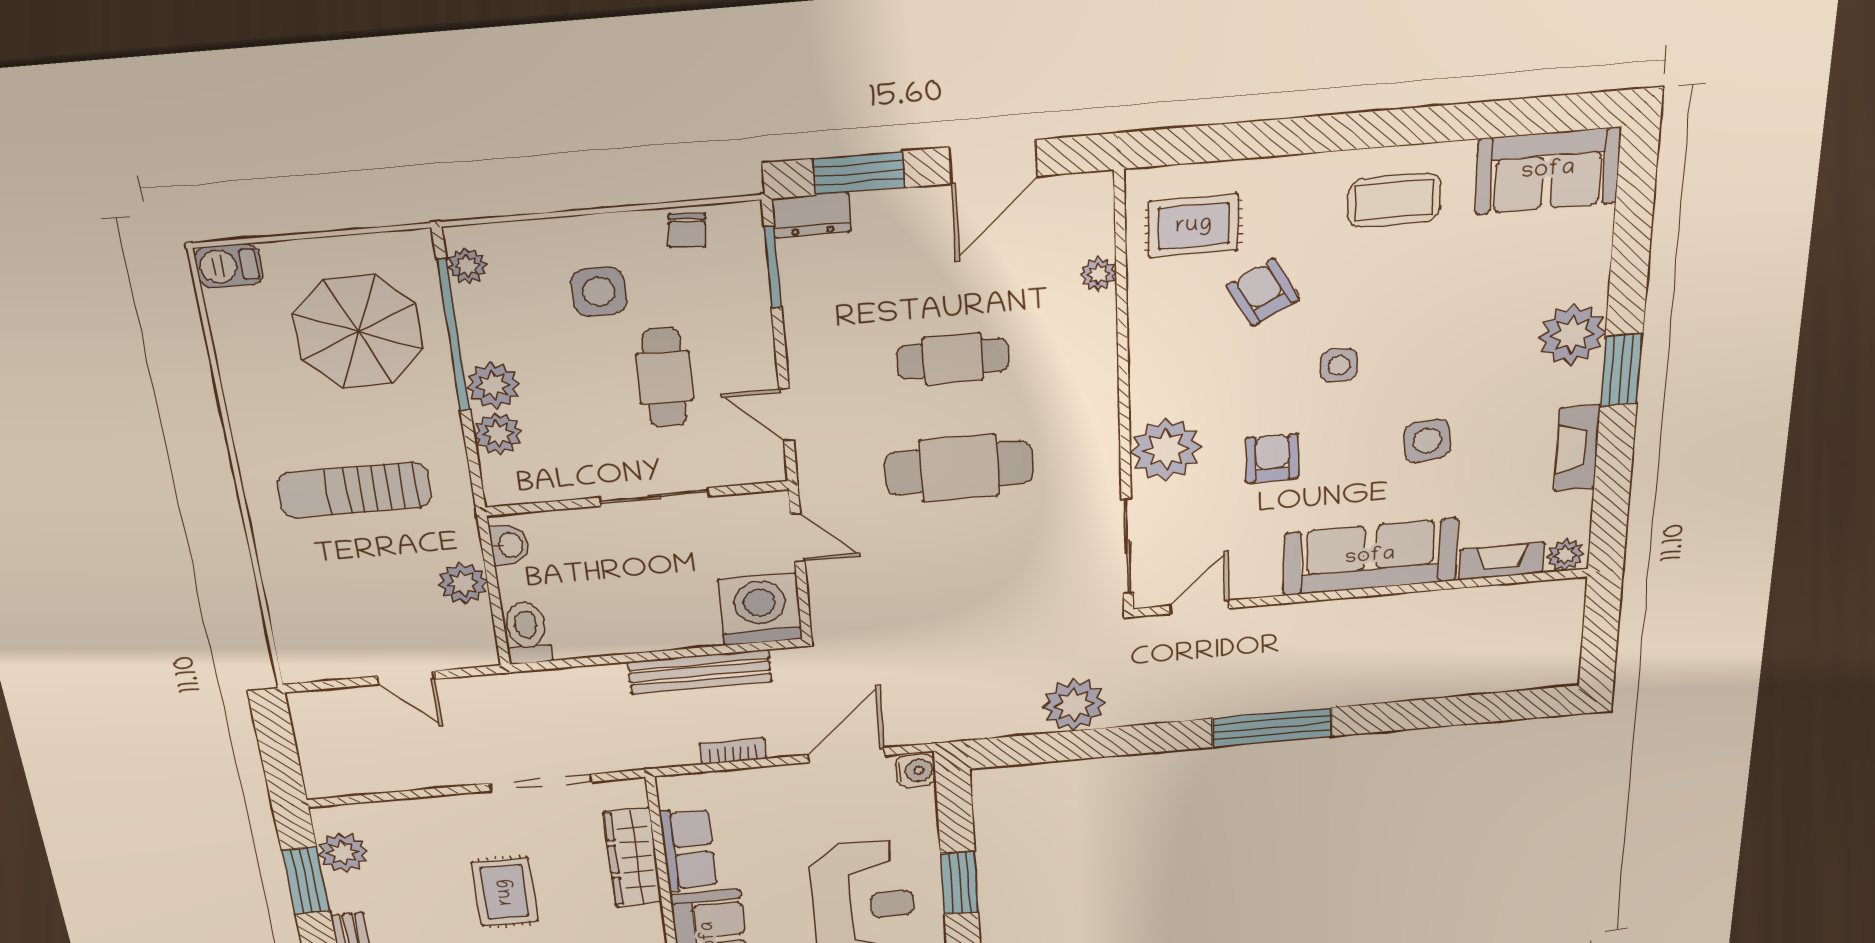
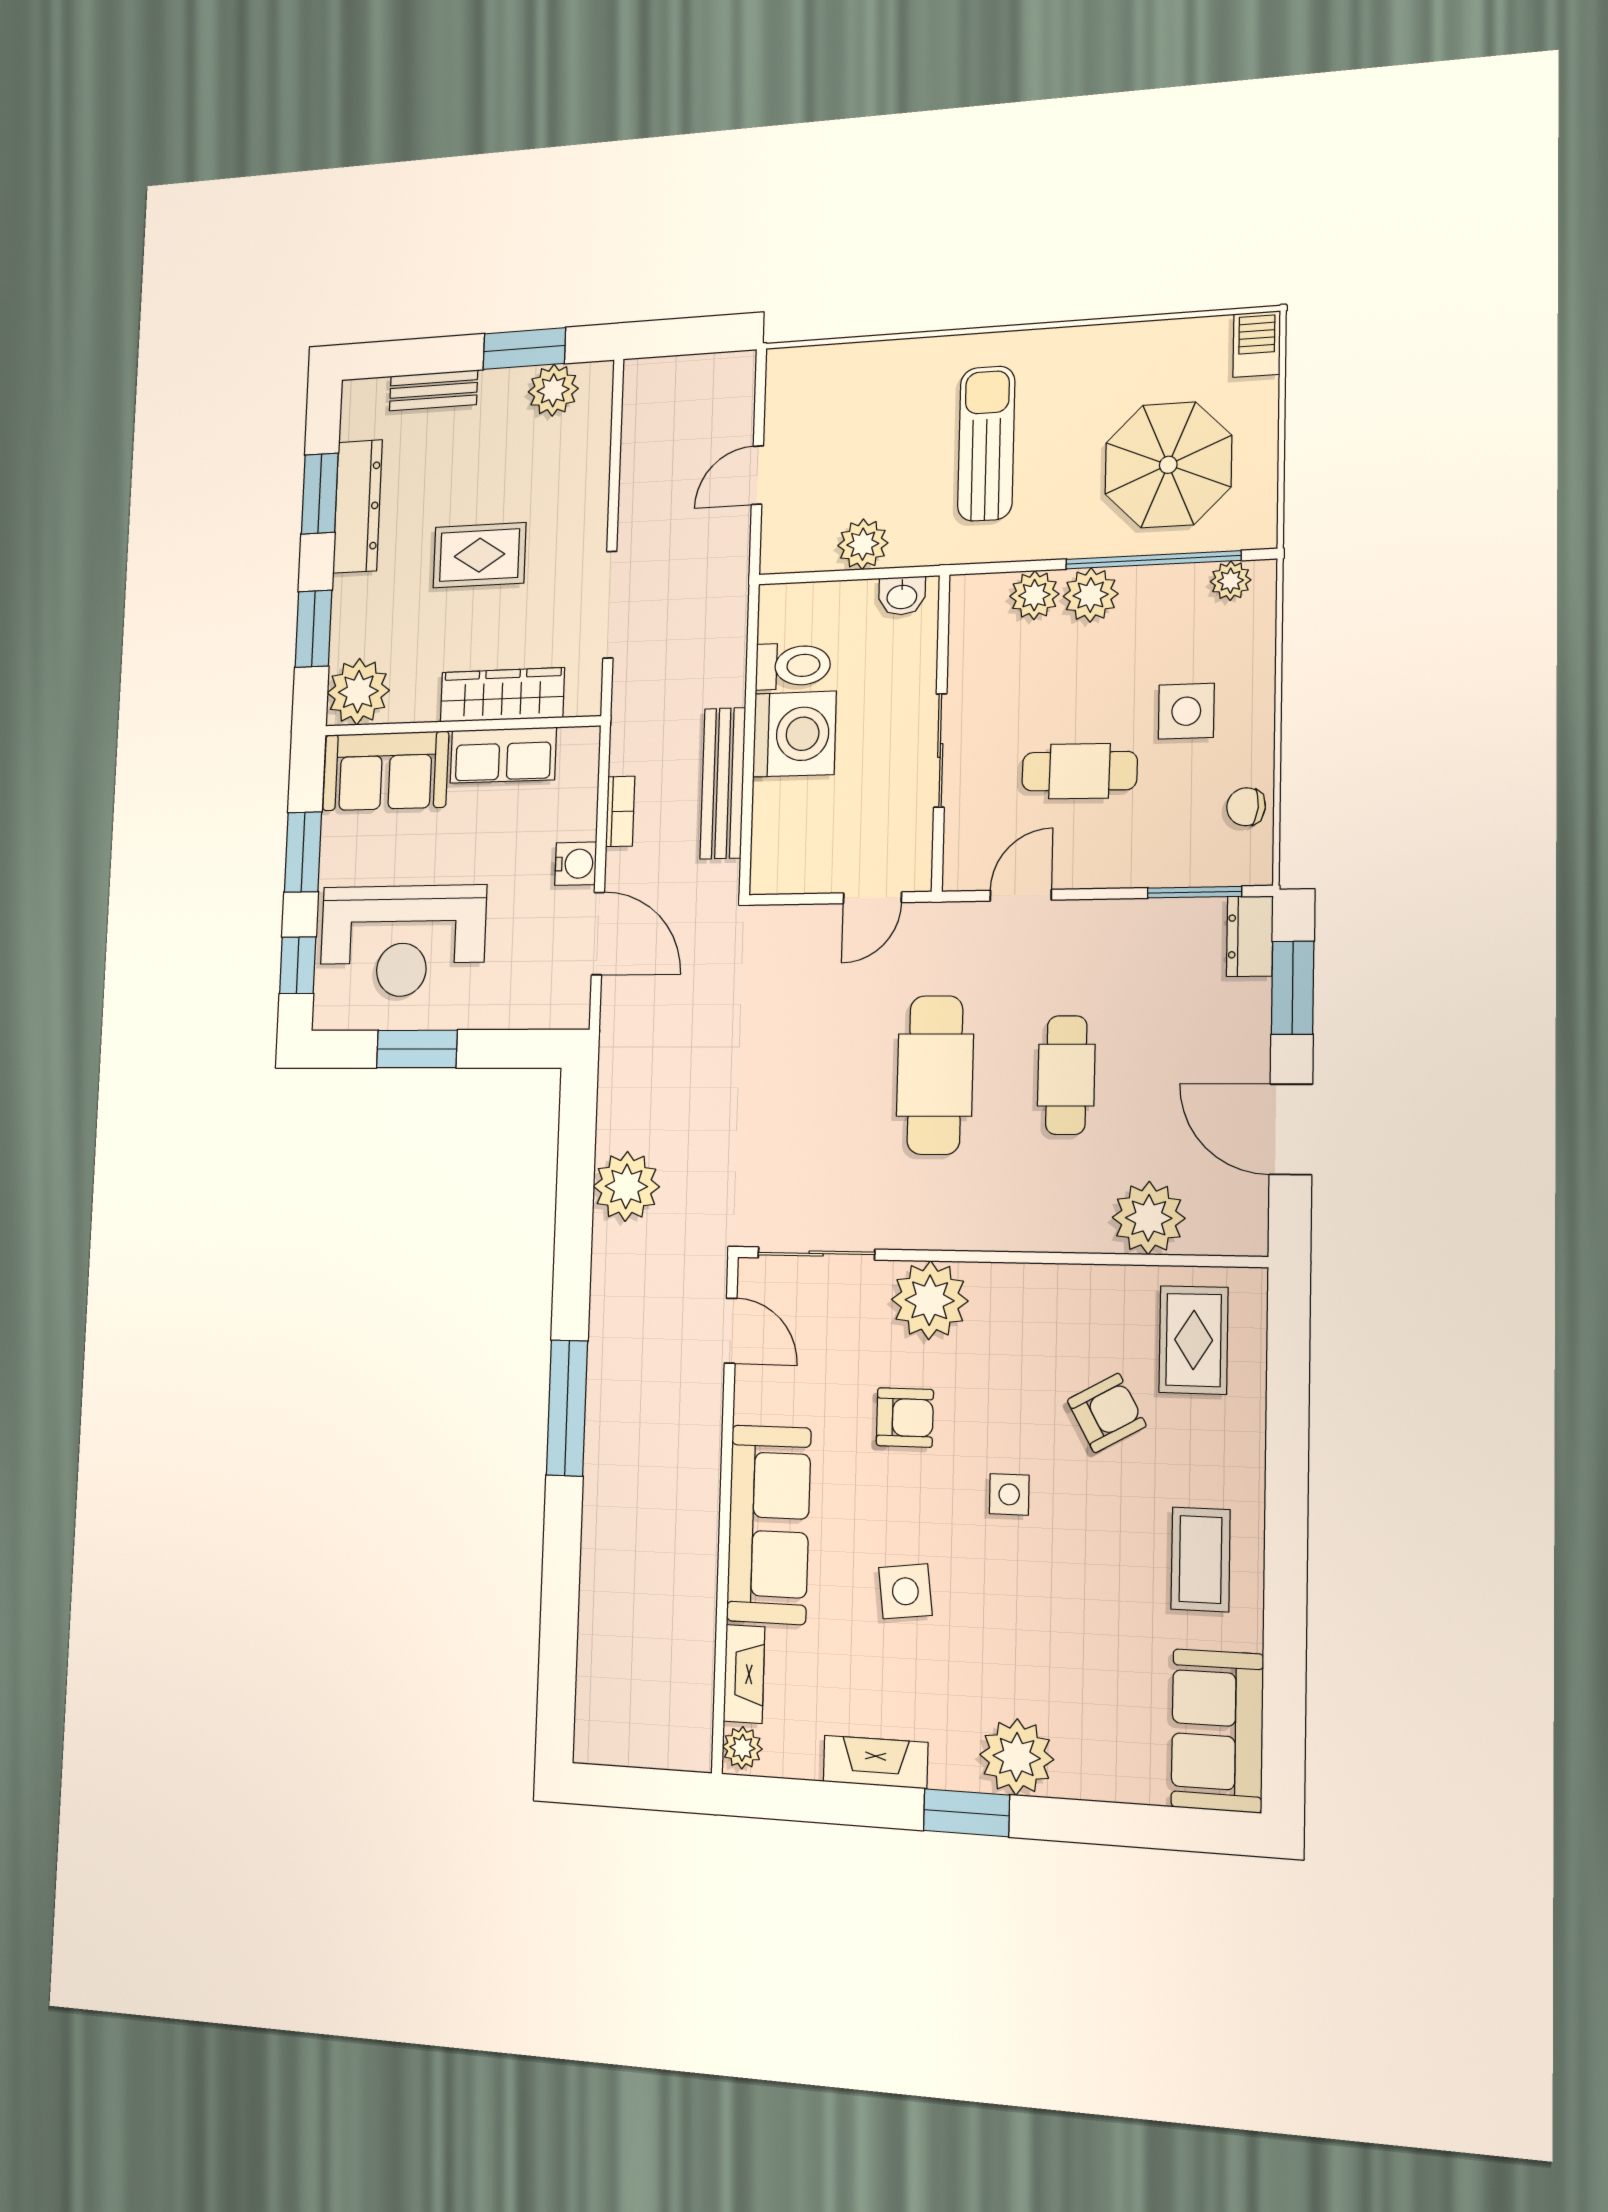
plant: (1098, 274) -> (1149, 1218), width x1.88, depth x1.88
washing machine: (760, 609) -> (794, 734), moved
toilet: (527, 633) -> (793, 666), moved
water cooler: (916, 771) -> (576, 864), moved, turned -90

